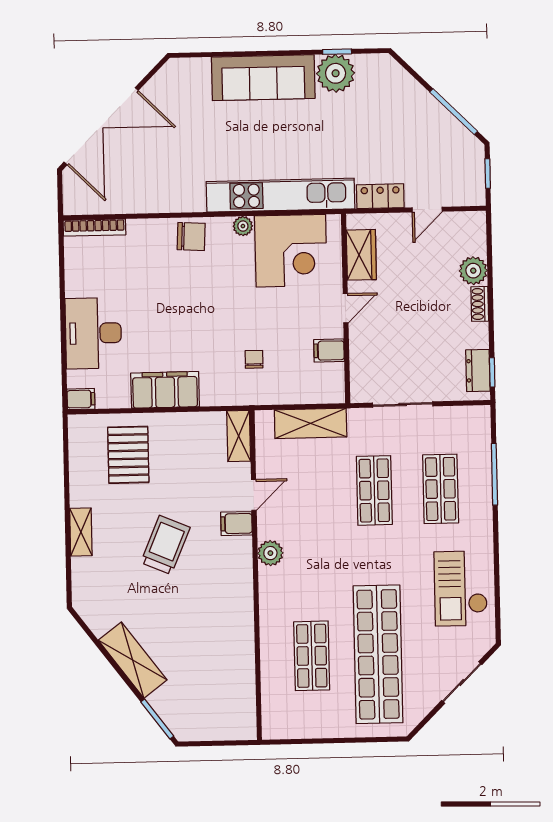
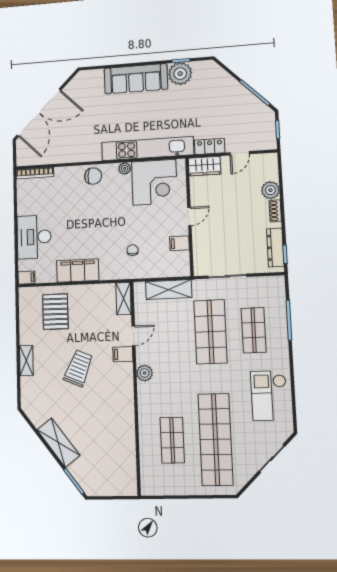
wardrobe: (361, 255) -> (205, 166), moved, turned 90
dresser: (478, 371) -> (275, 247), width x1.44
shop shelf: (374, 490) -> (210, 332), width x1.43, depth x1.36

